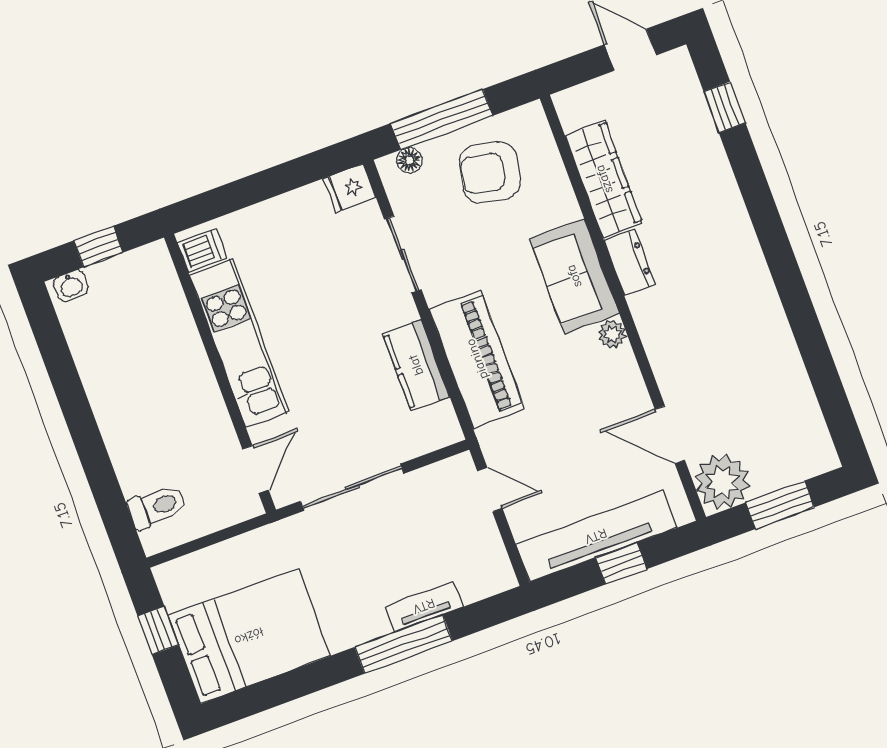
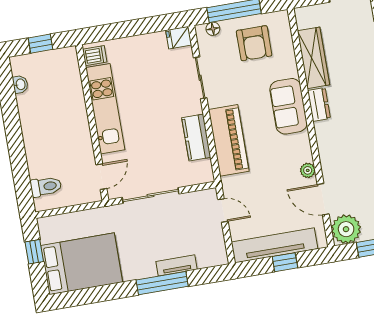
armchair: (490, 172) -> (254, 43), turned -102
washbasin: (71, 286) -> (20, 84), moved, turned -90
plant: (612, 334) -> (308, 170), moved

